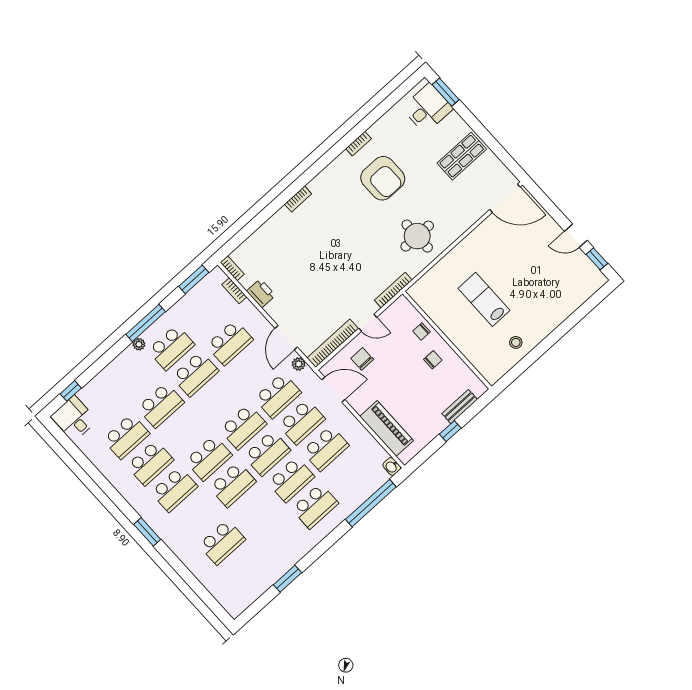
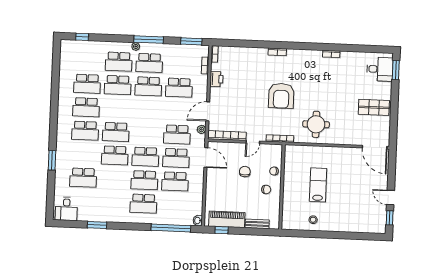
armchair: (383, 178) -> (281, 96), moved
door: (368, 323) -> (253, 142), hinge flipped
chair: (362, 359) -> (245, 172), moved
desk: (74, 418) -> (66, 209), moved, turned 180
school desk: (243, 427) -> (119, 62), moved
piano: (387, 428) -> (227, 219), moved, turned -90
window: (450, 431) -> (222, 230), moved
window: (147, 532) -> (52, 160), moved

